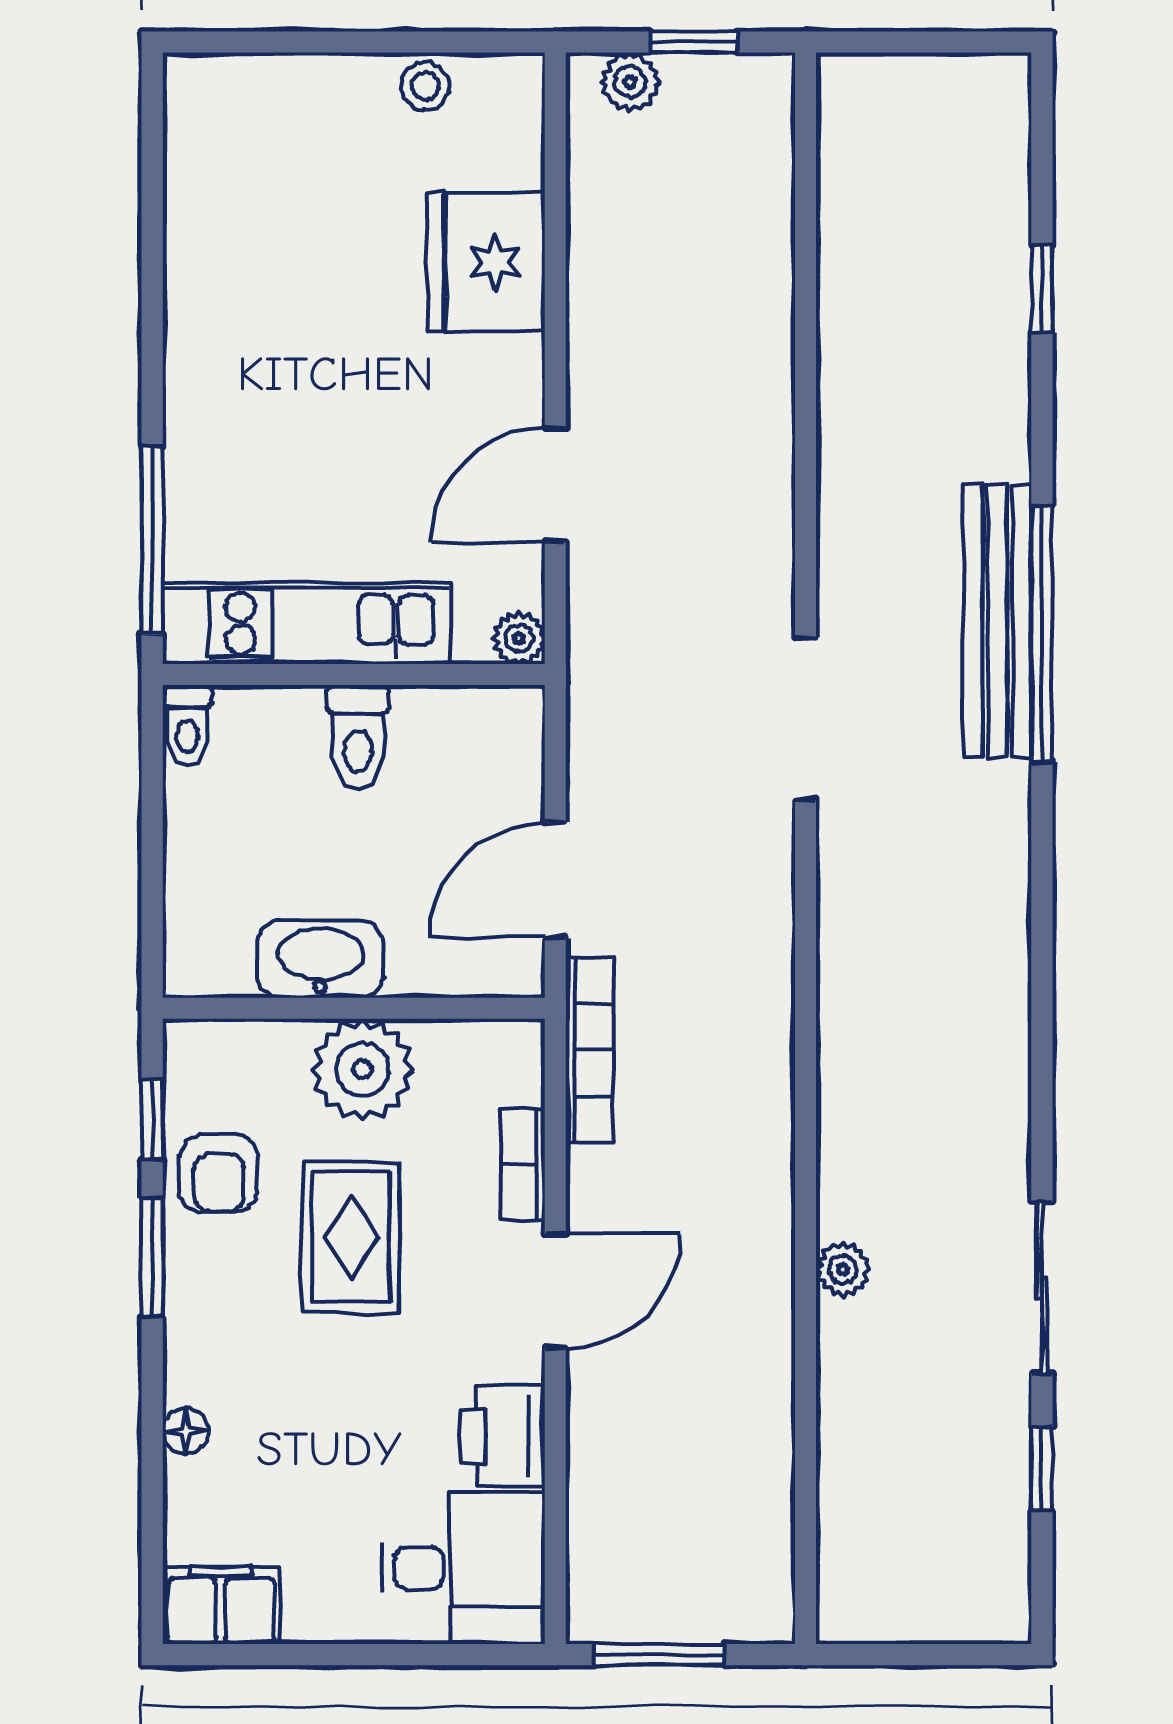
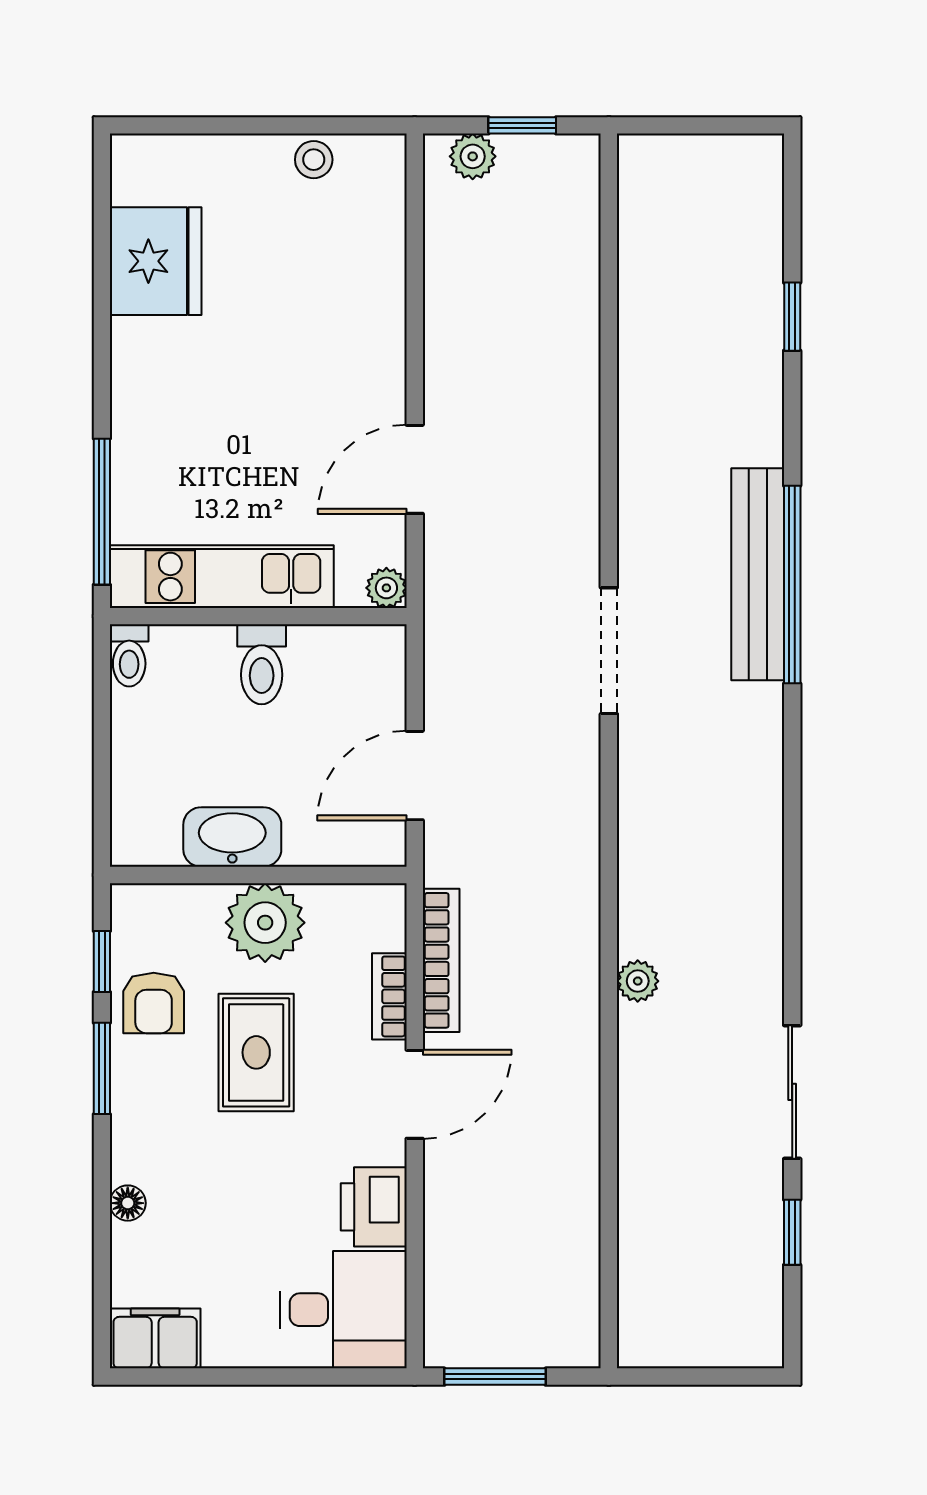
fridge: (486, 262) -> (156, 261), moved, turned 180
bookcase: (589, 1050) -> (441, 960), moved
plant: (843, 1270) -> (638, 981), moved

